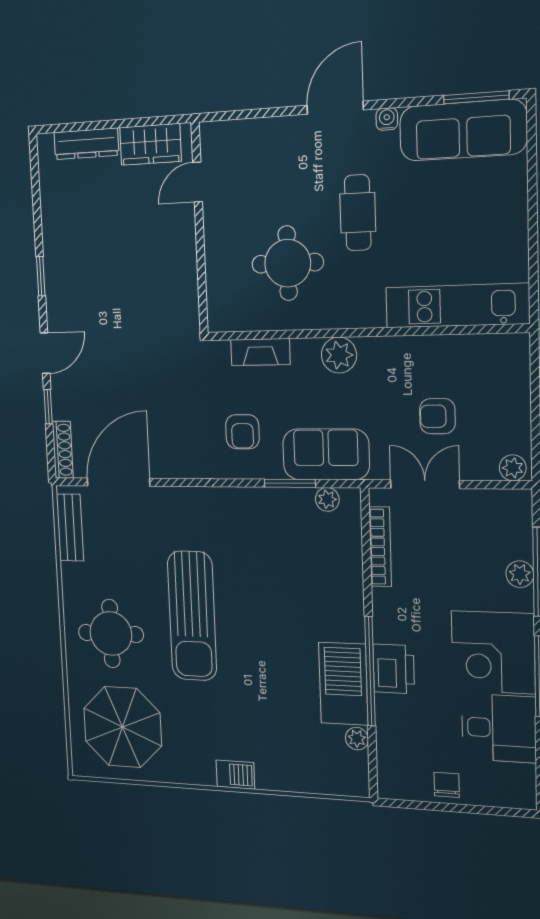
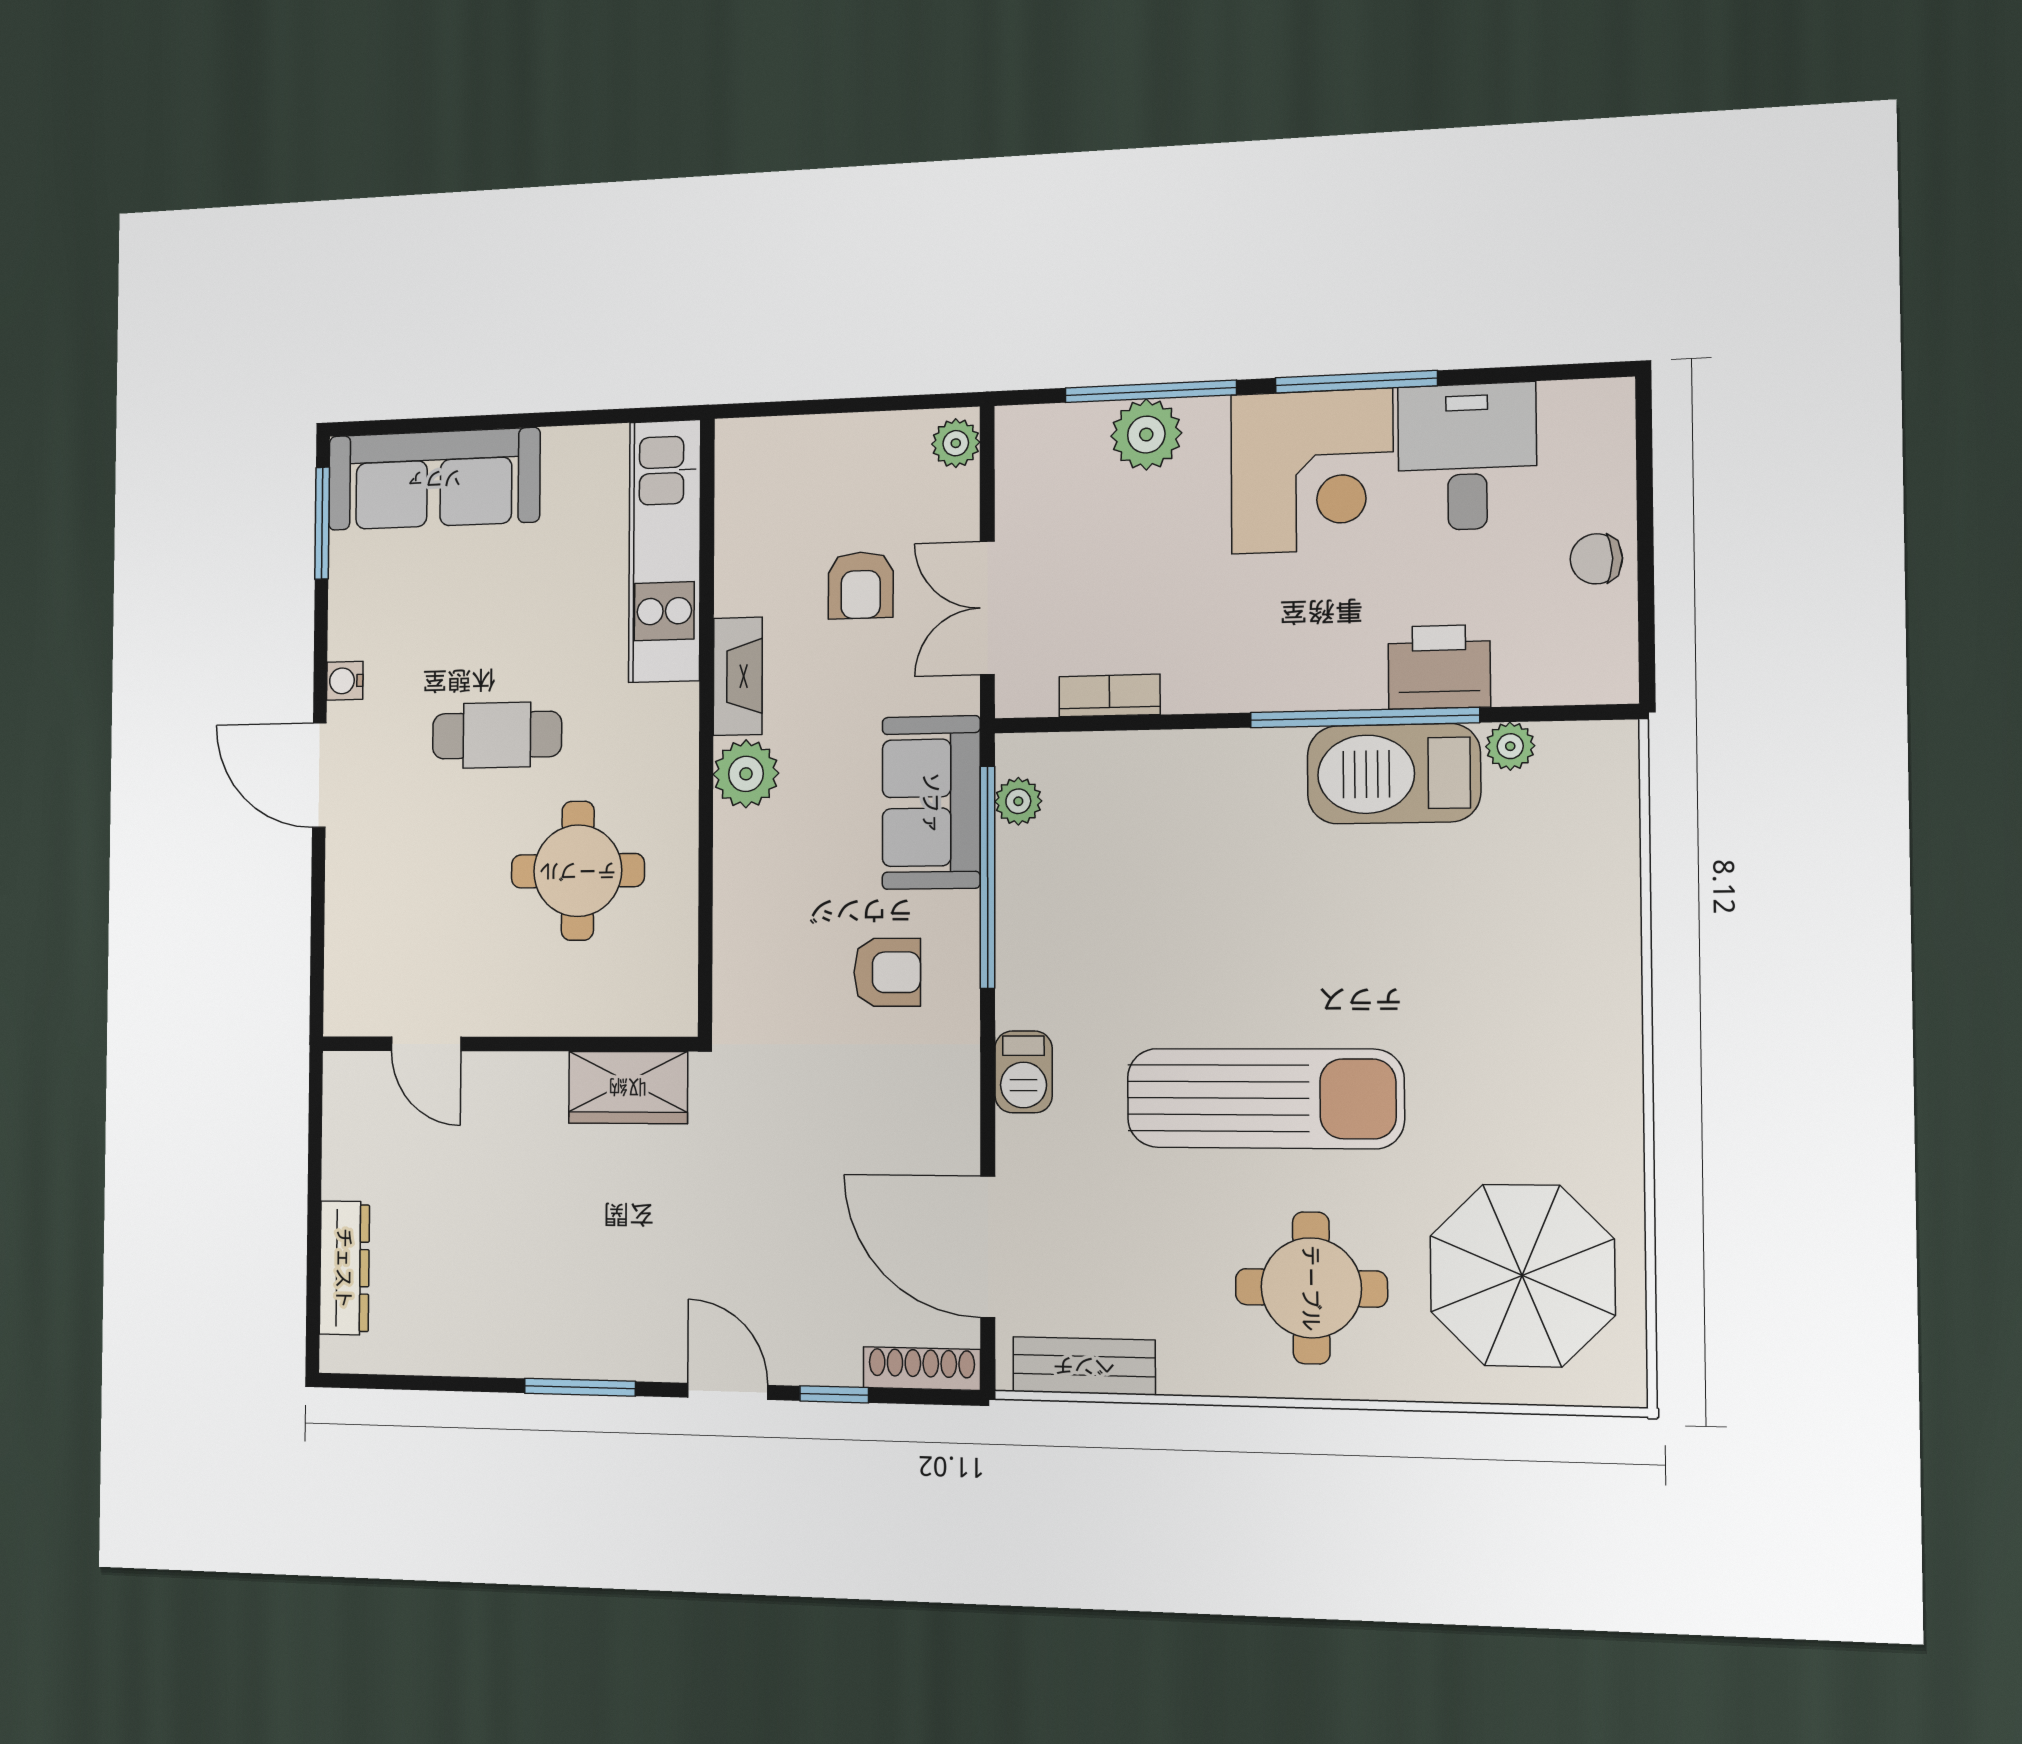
sofa: (463, 130) -> (434, 479), moved, turned 90
wardrobe: (150, 144) -> (628, 1087), moved, turned 90
window: (41, 276) -> (580, 1387), width x1.50
fireplace: (260, 352) -> (738, 676), moved
window: (290, 483) -> (988, 877), width x2.11
bookcase: (380, 547) -> (1110, 695), width x0.64
plant: (520, 574) -> (1146, 435), width x1.38, depth x1.38
printer: (394, 669) -> (1439, 667), moved
barbecue: (235, 775) -> (1023, 1072), moved, turned 180

